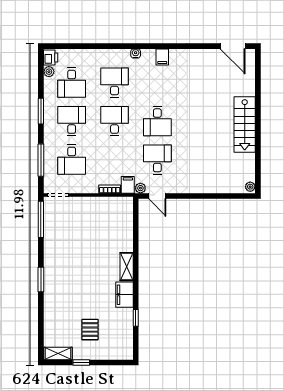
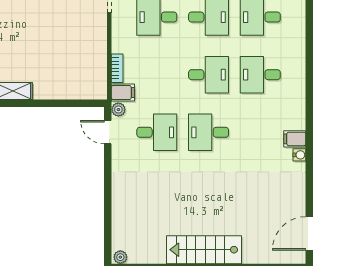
water cooler: (136, 53) -> (299, 155), moved
desk: (114, 83) -> (260, 75), turned 180
door: (157, 196) -> (108, 132), hinge flipped

